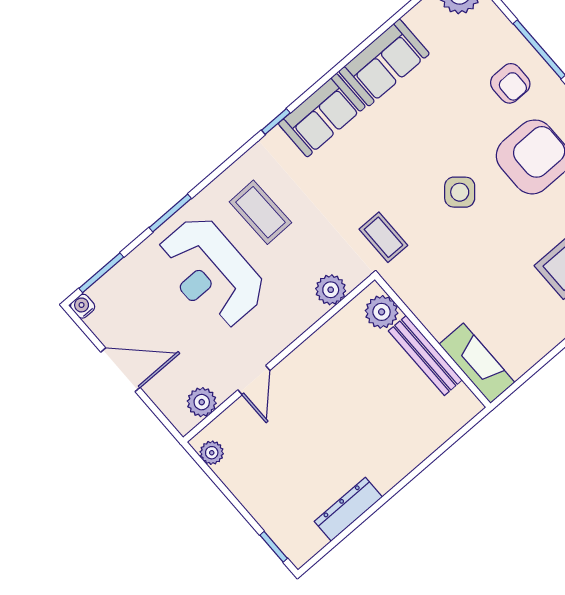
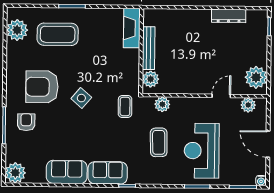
coffee table: (260, 212) -> (159, 142), moved
reception desk: (211, 272) -> (202, 151), turned 180
plant: (212, 453) -> (256, 77), width x1.88, depth x1.88

